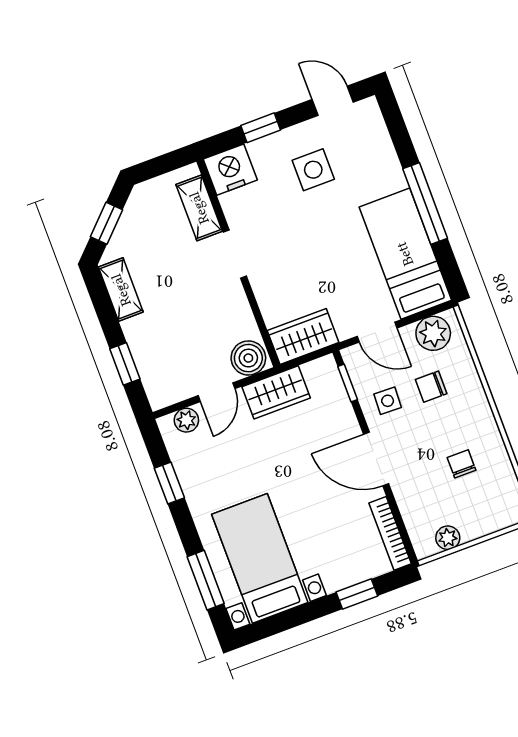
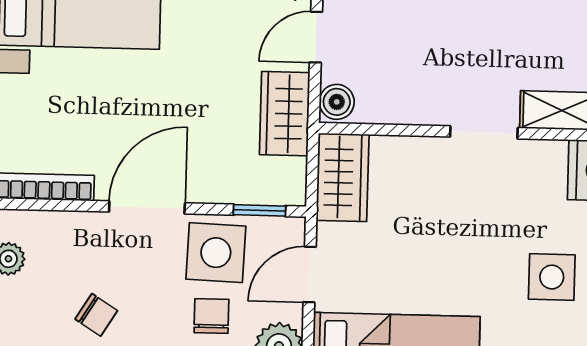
boiler: (248, 358) -> (337, 102), width x0.73, depth x0.73
door: (217, 392) -> (316, 37), hinge flipped
side table: (388, 401) -> (216, 253), width x1.87, depth x1.87
chair: (462, 464) -> (96, 315), turned 32

